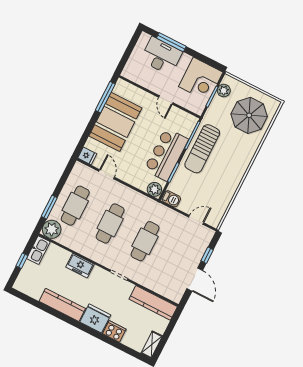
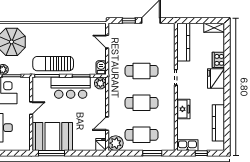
booth: (115, 122) -> (52, 137), moved
sun lounger: (202, 149) -> (53, 64), turned 180
plant: (52, 229) -> (116, 143), moved
kitchen counter: (62, 305) -> (218, 123), moved

